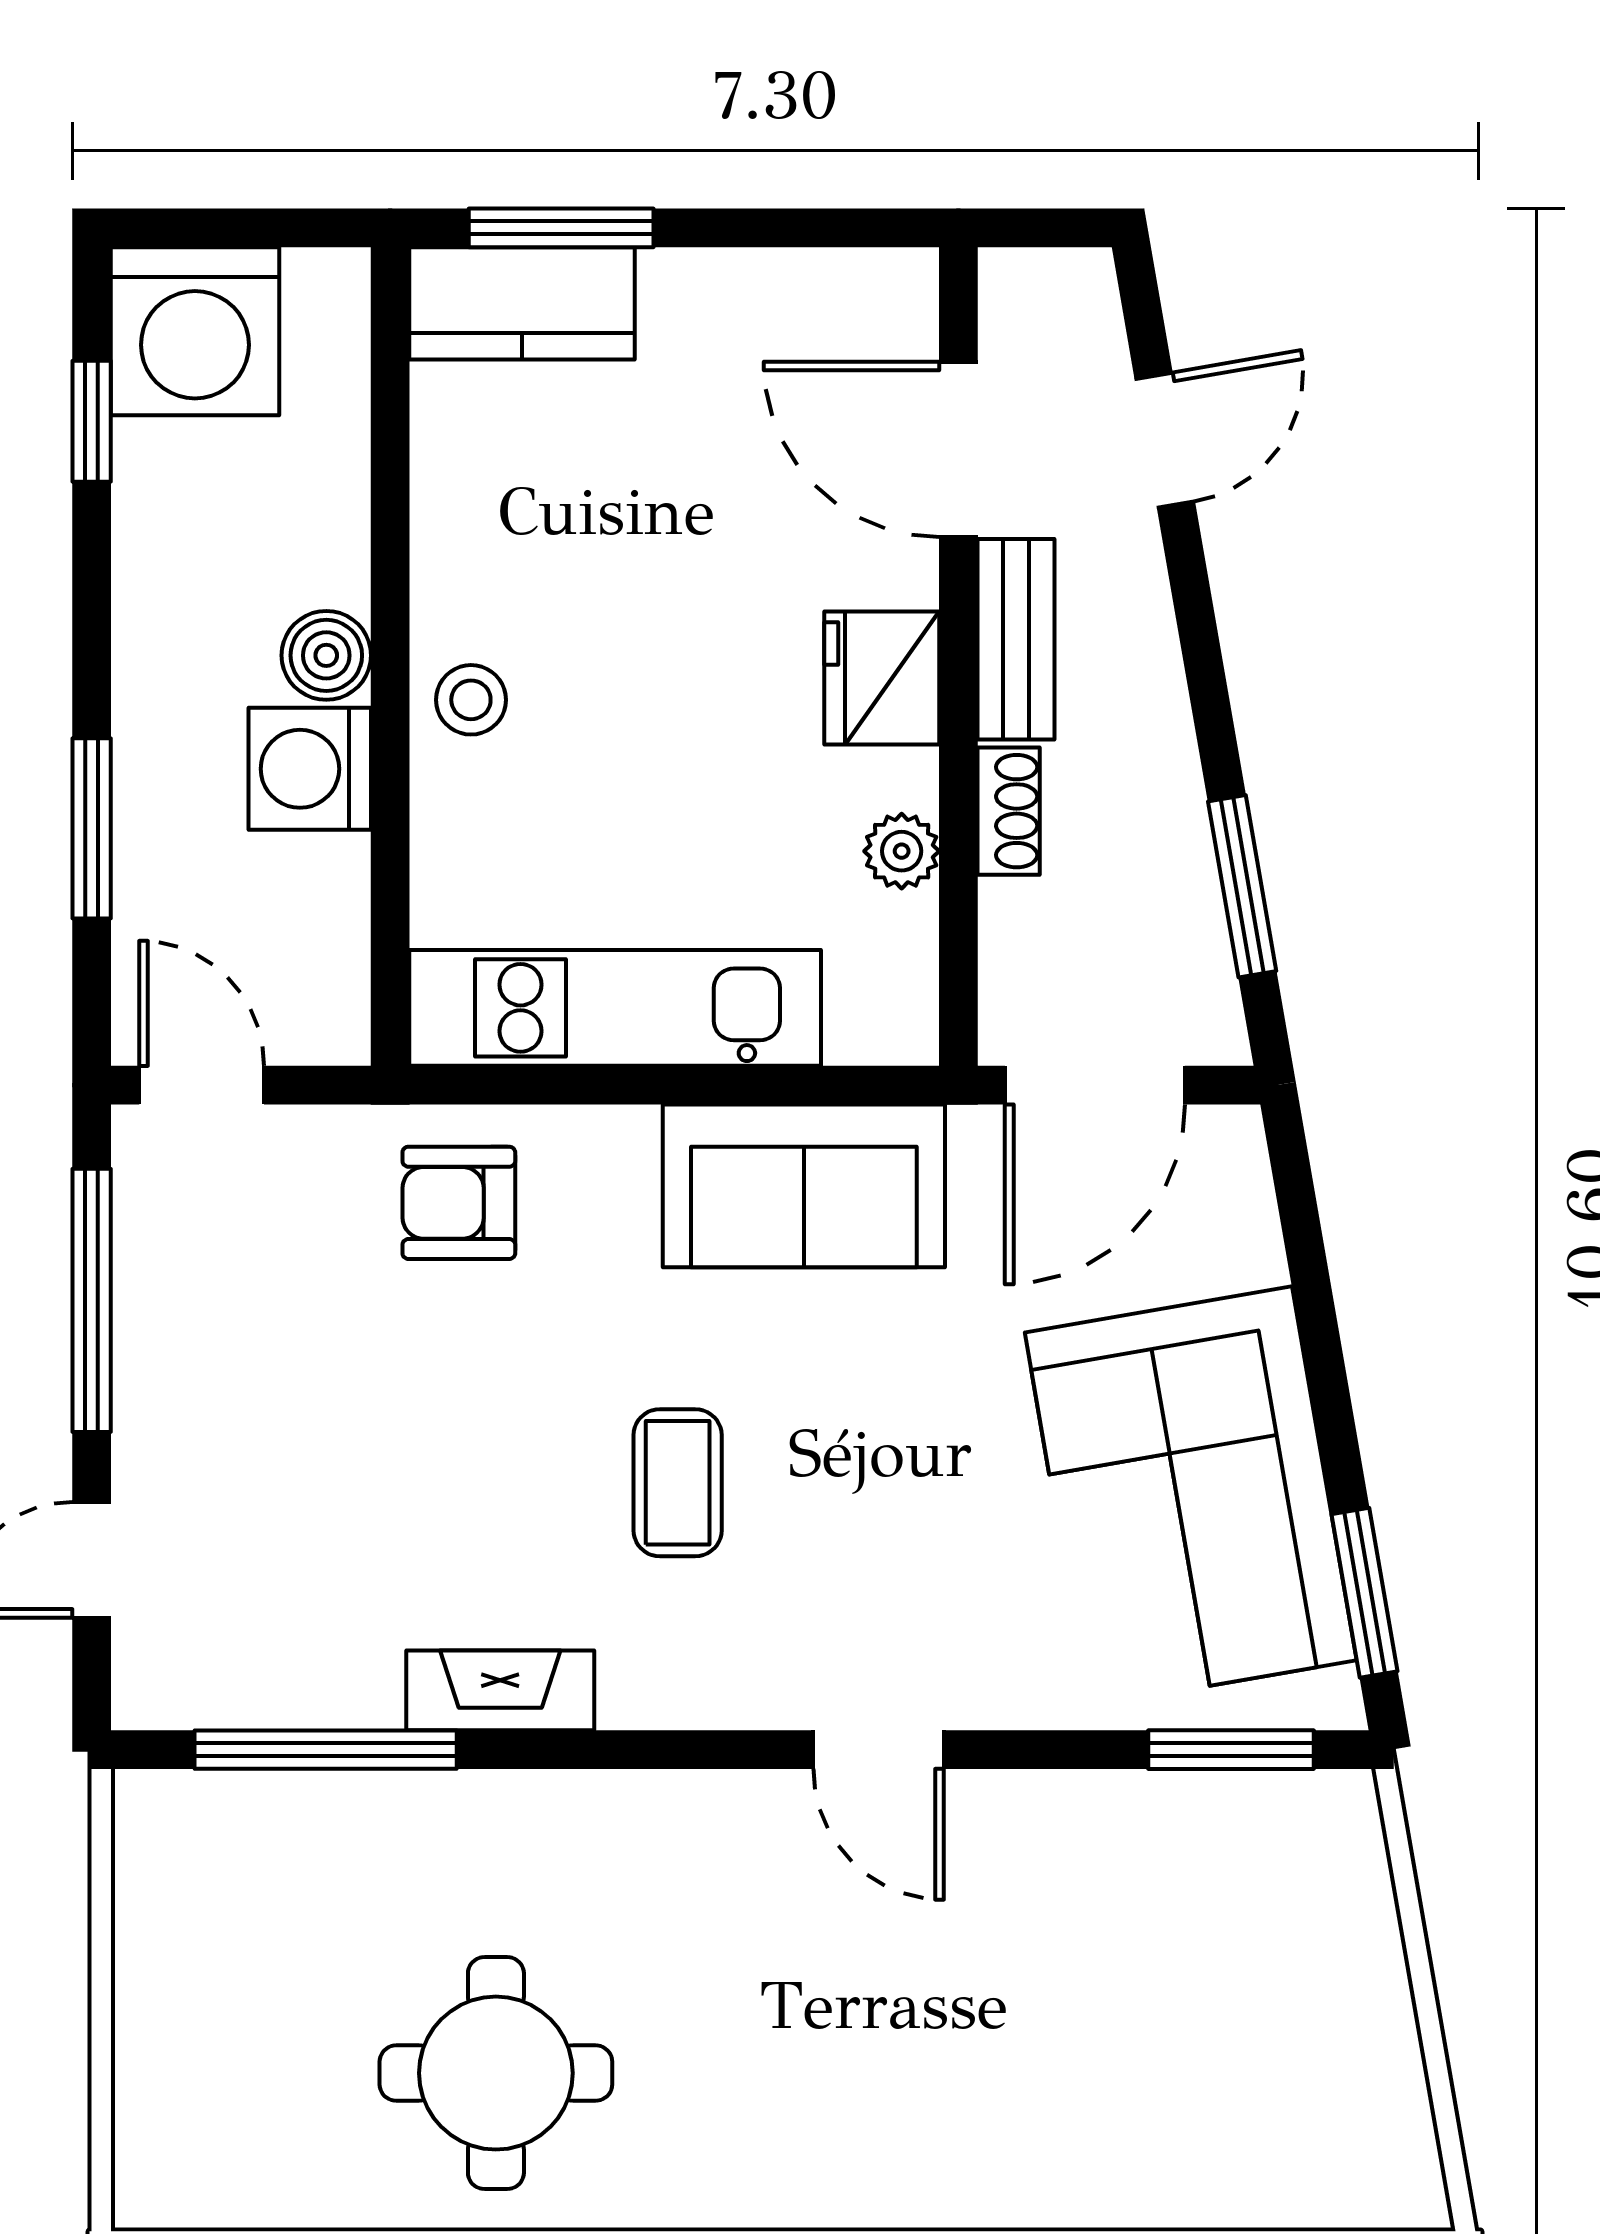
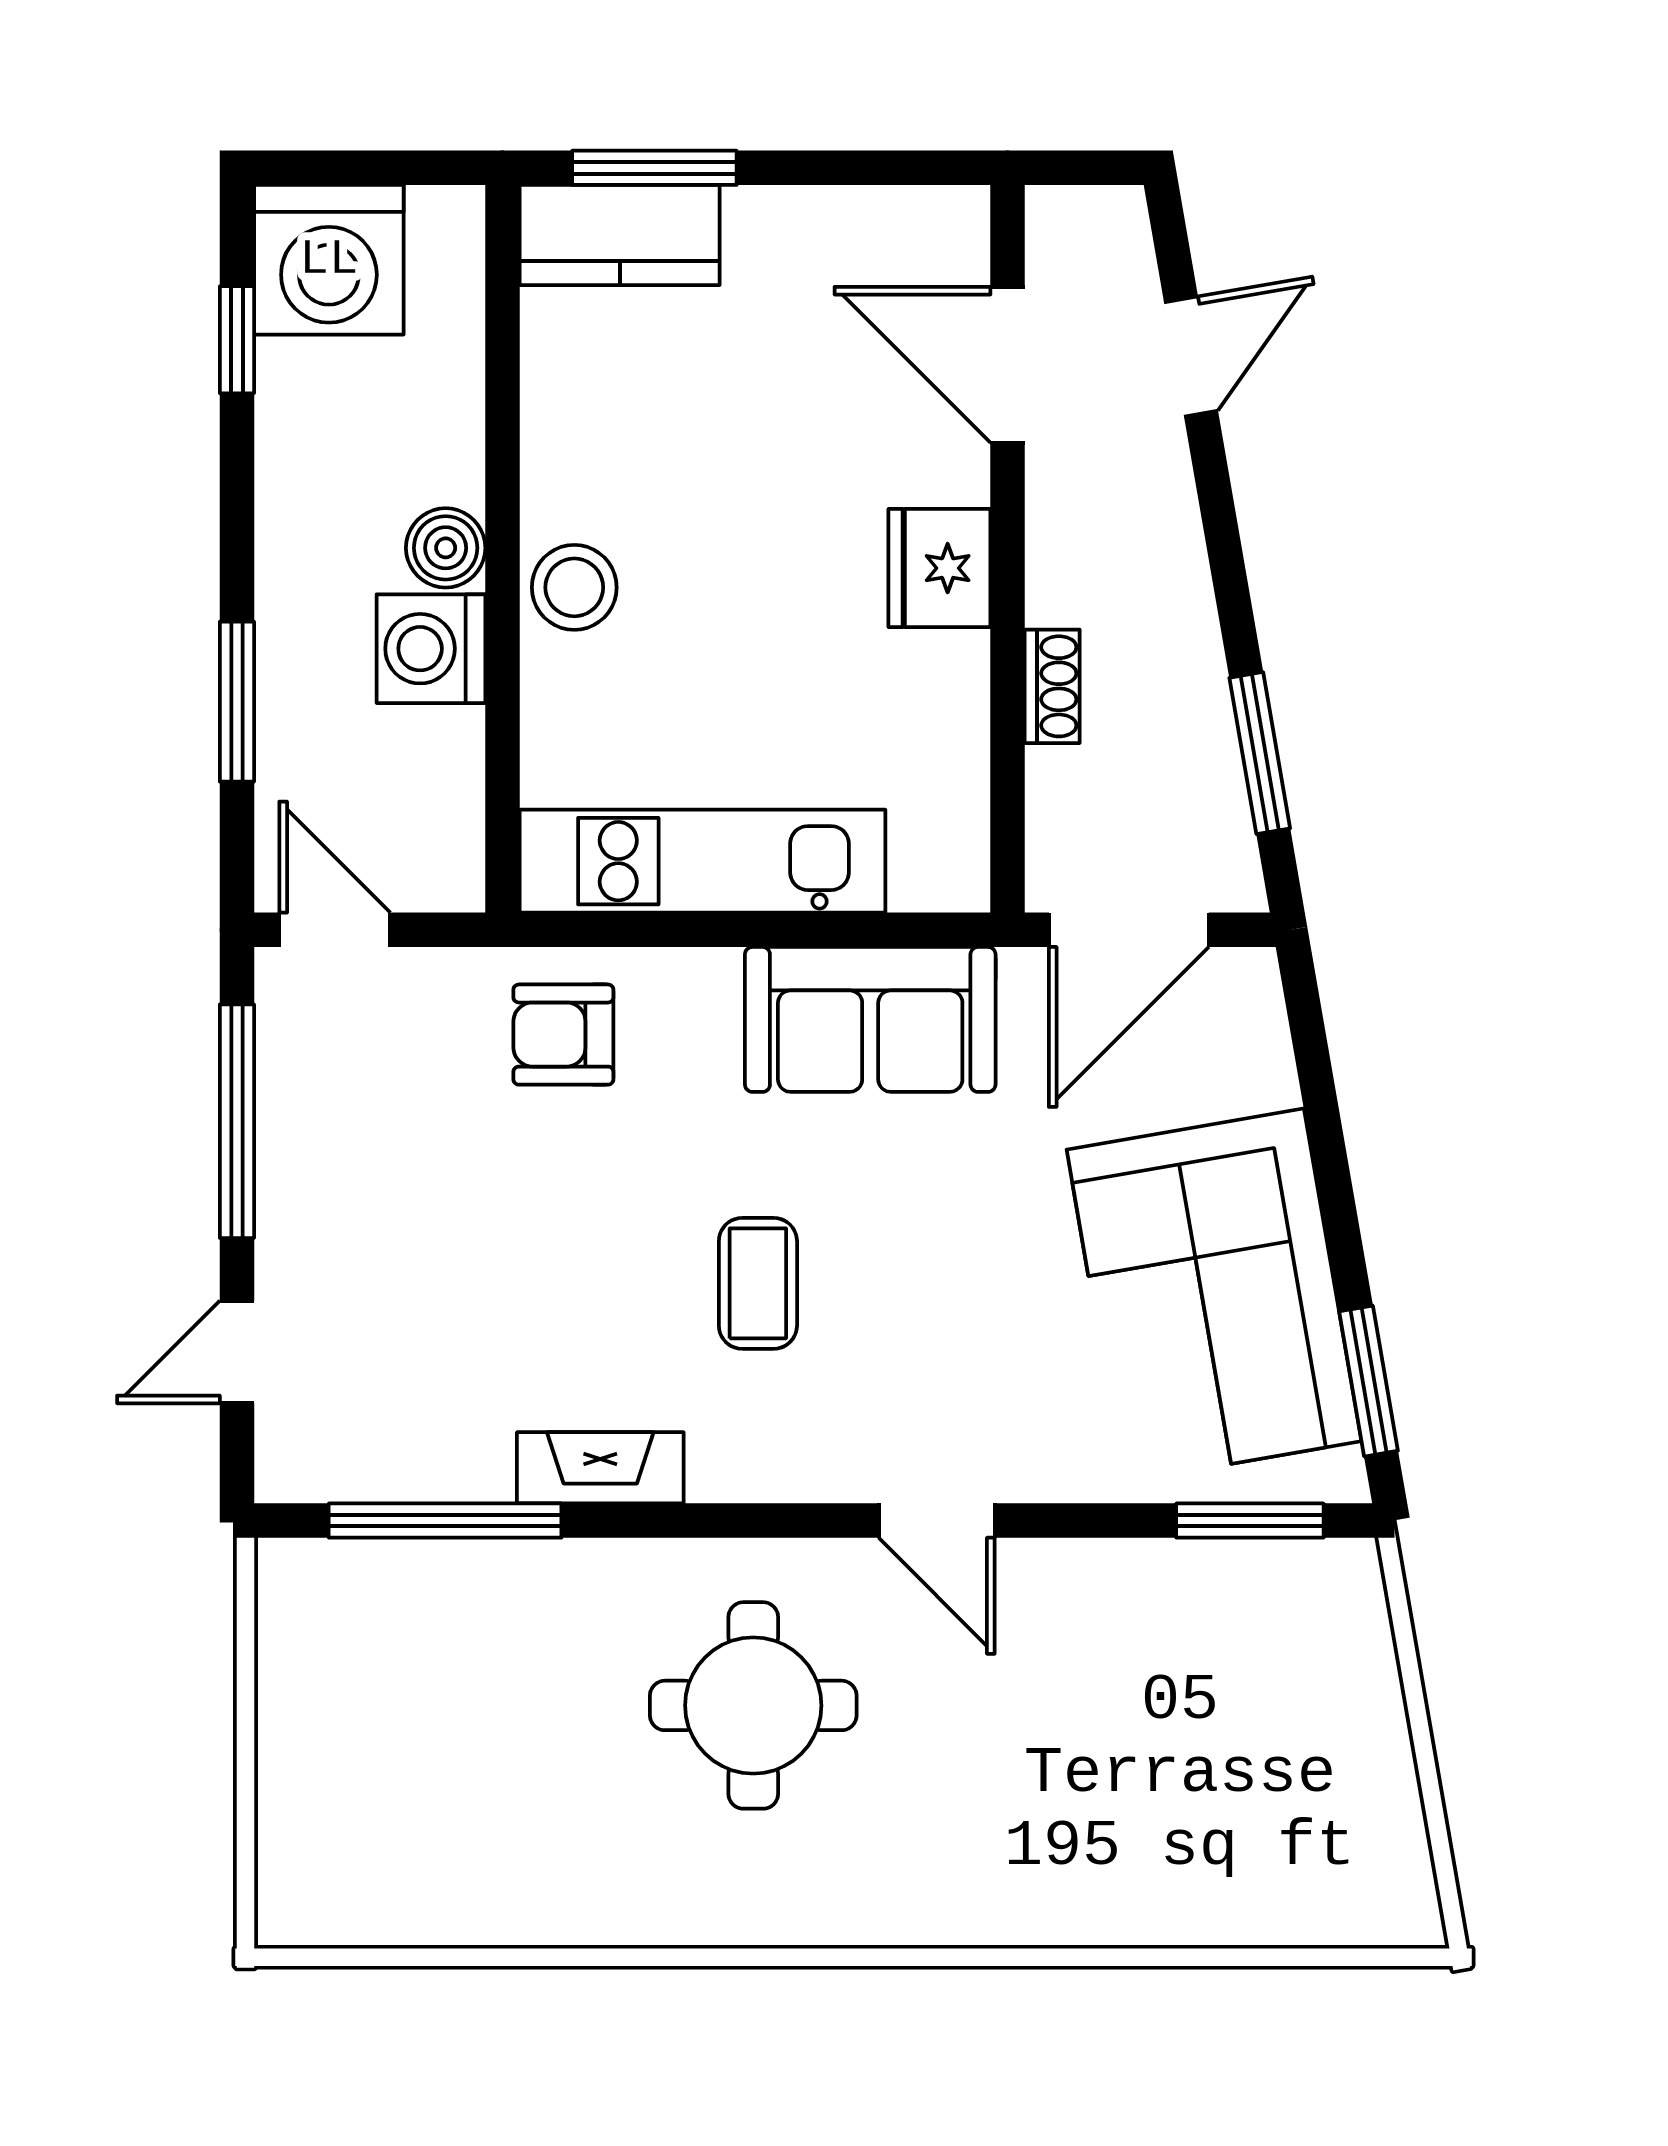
bench: (1016, 639) -> (1059, 534), removed
stool: (471, 700) -> (574, 587), width x1.37, depth x1.37
plant: (902, 851) -> (957, 722), removed
round table: (496, 2073) -> (753, 1705), moved

